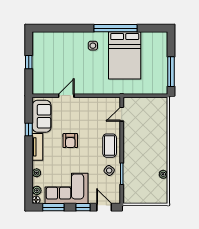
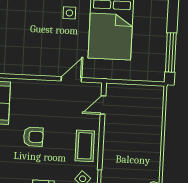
door: (66, 96) -> (71, 79), moved
armchair: (70, 141) -> (33, 137), turned -90

